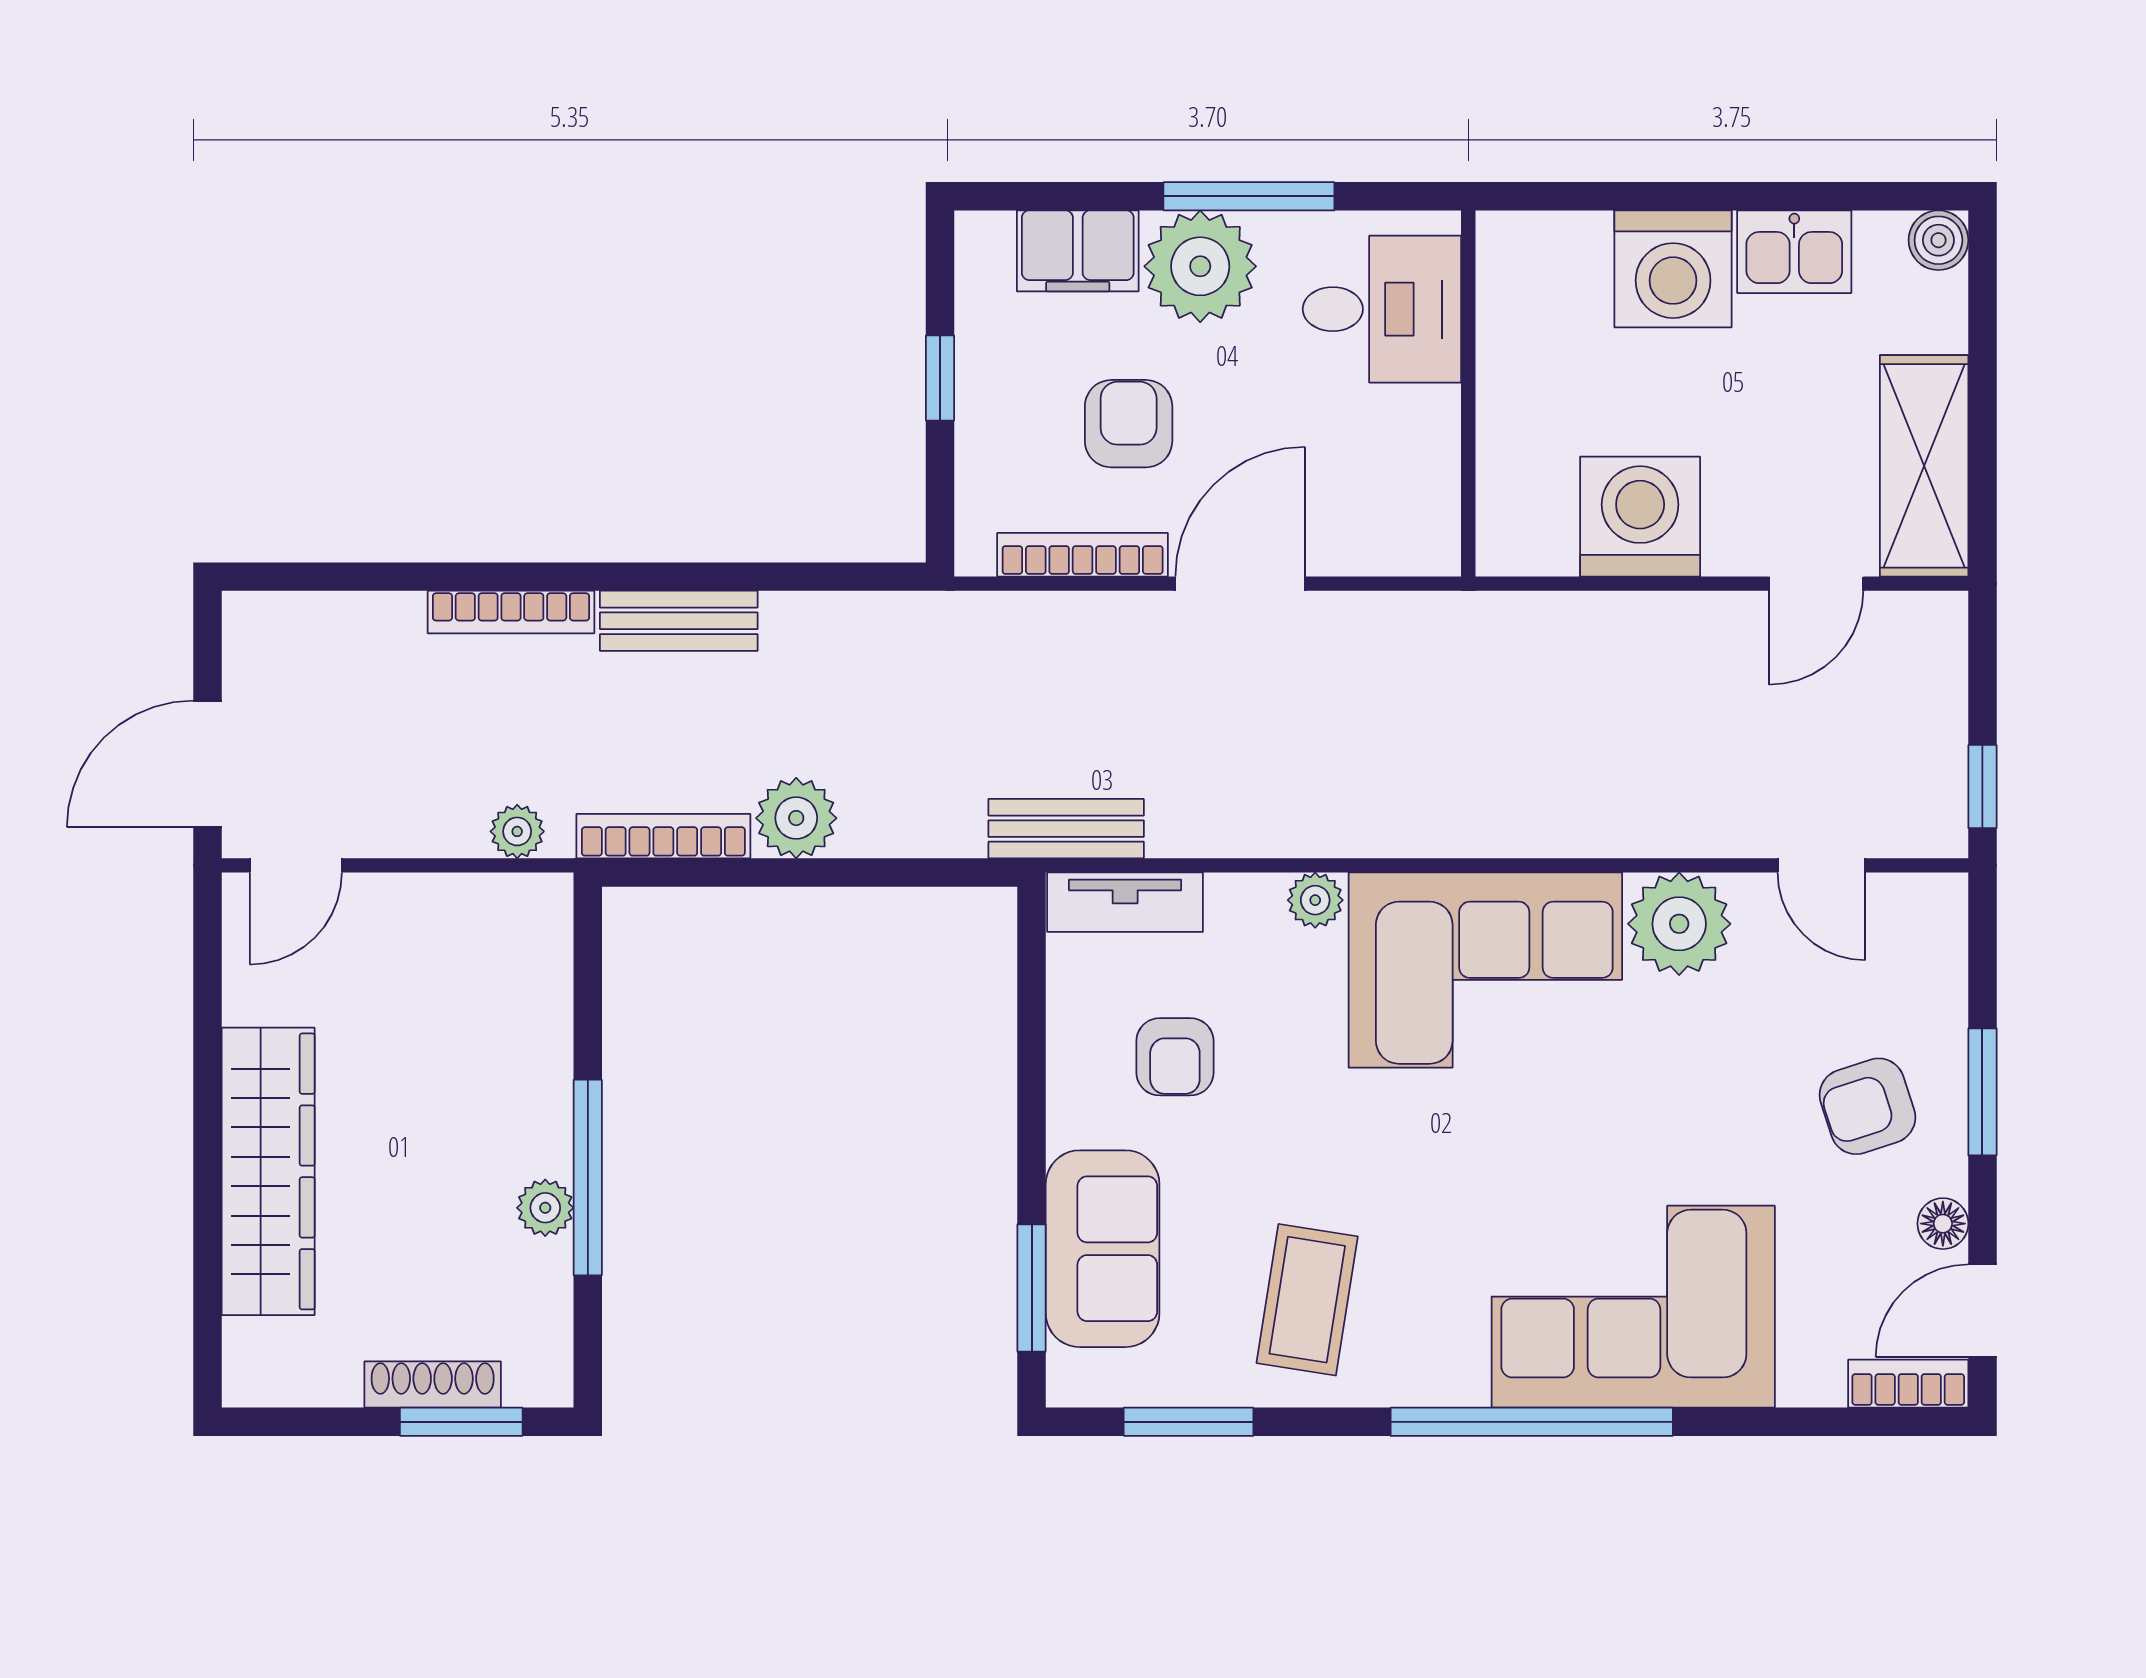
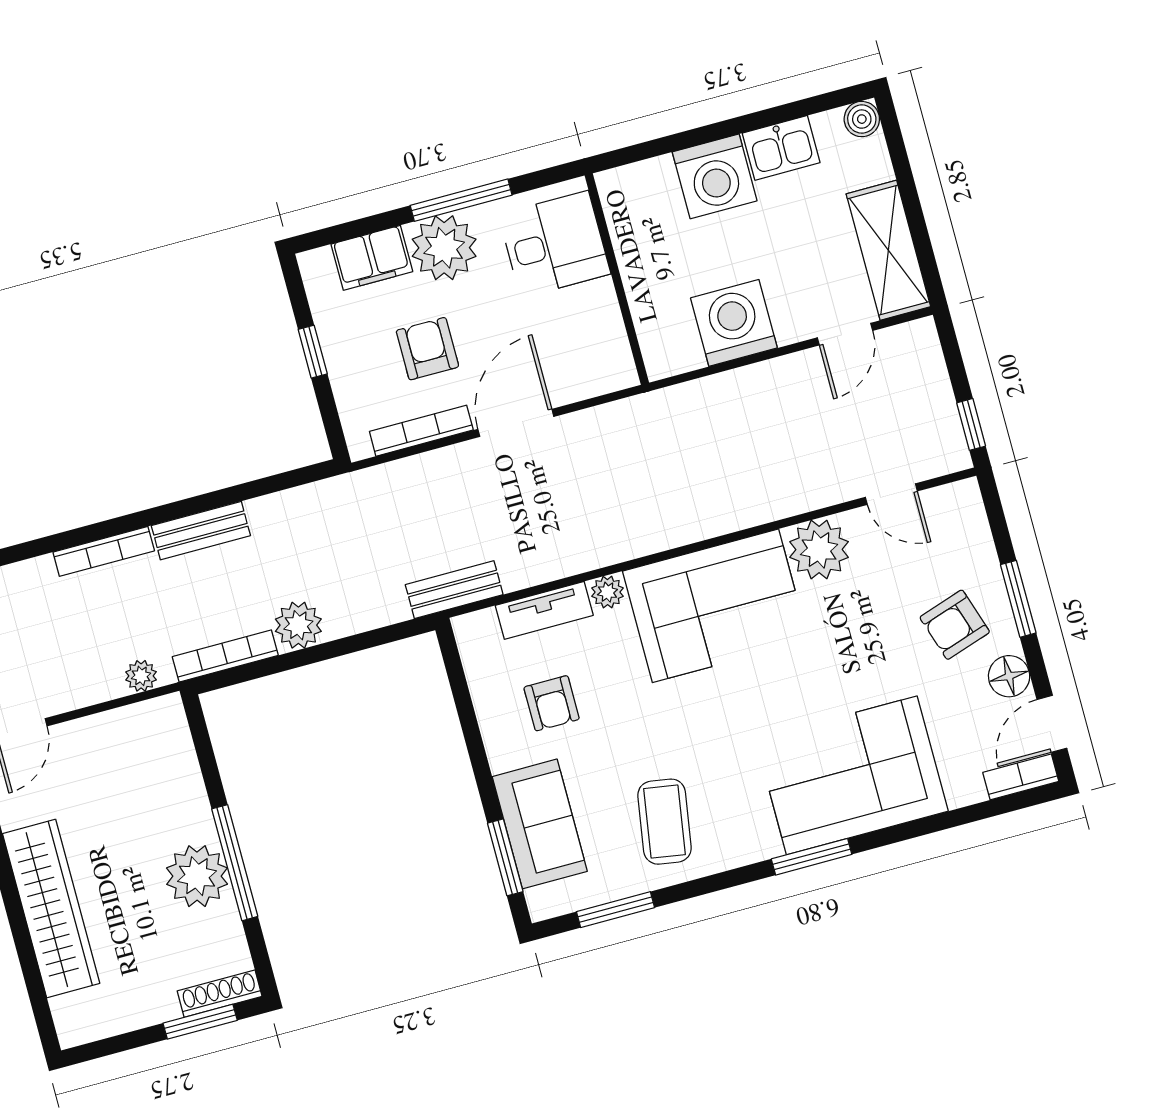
tv unit: (1125, 902) -> (544, 610), moved
plant: (545, 1208) -> (197, 876), width x1.87, depth x1.87
floor lamp: (1943, 1224) -> (1009, 676), width x1.37, depth x1.37
shoe rack: (433, 1385) -> (220, 994), moved
window: (1532, 1422) -> (812, 857), width x0.47

